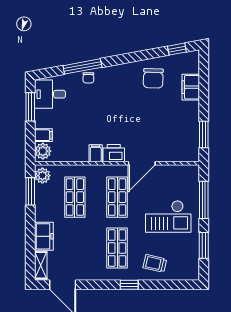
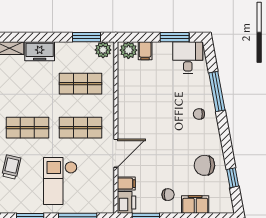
window: (177, 49) -> (233, 178), moved
chair: (88, 78) -> (199, 114), moved
chair: (181, 113) -> (168, 195), added
filing cabinet: (96, 153) -> (126, 184), moved
printer: (114, 153) -> (126, 202), moved
door: (142, 163) -> (116, 153), swing flipped

